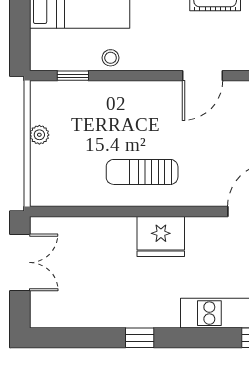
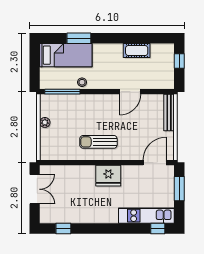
window: (73, 76) -> (62, 92), width x2.17
window: (140, 338) -> (63, 229), moved

